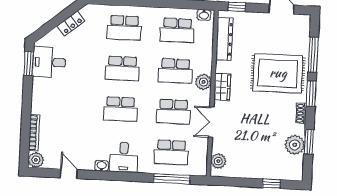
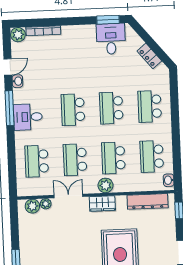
plant: (217, 147) -> (46, 204), added
washbasin: (102, 166) -> (17, 81), moved
window: (172, 179) -> (10, 108), moved

